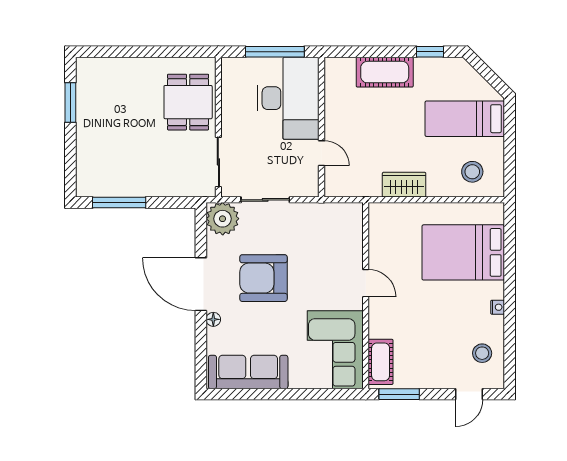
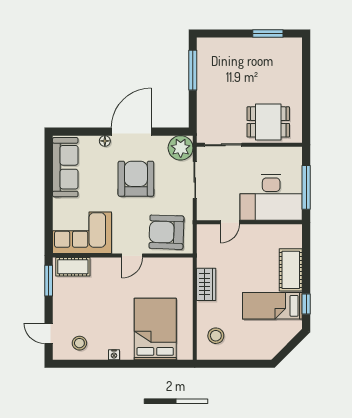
bed: (465, 119) -> (272, 306), moved, turned -90
armchair: (335, 237) -> (166, 232), added

